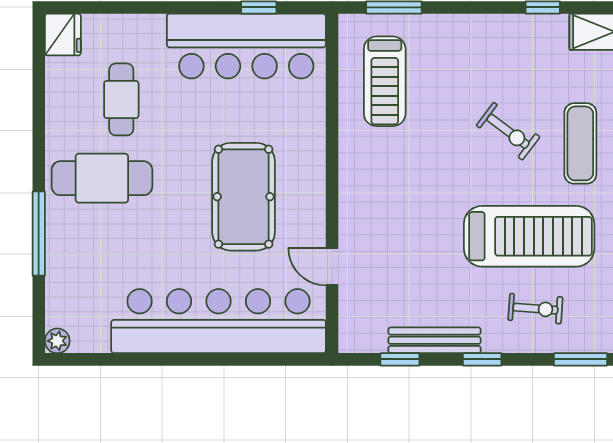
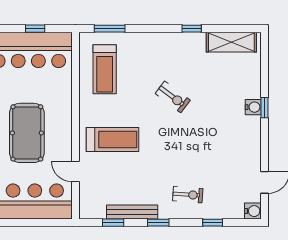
exercise mat: (580, 143) -> (212, 104), removed
treadmill: (529, 236) -> (112, 140), moved, width x0.73, depth x0.73
window: (581, 359) -> (213, 223), width x0.67

